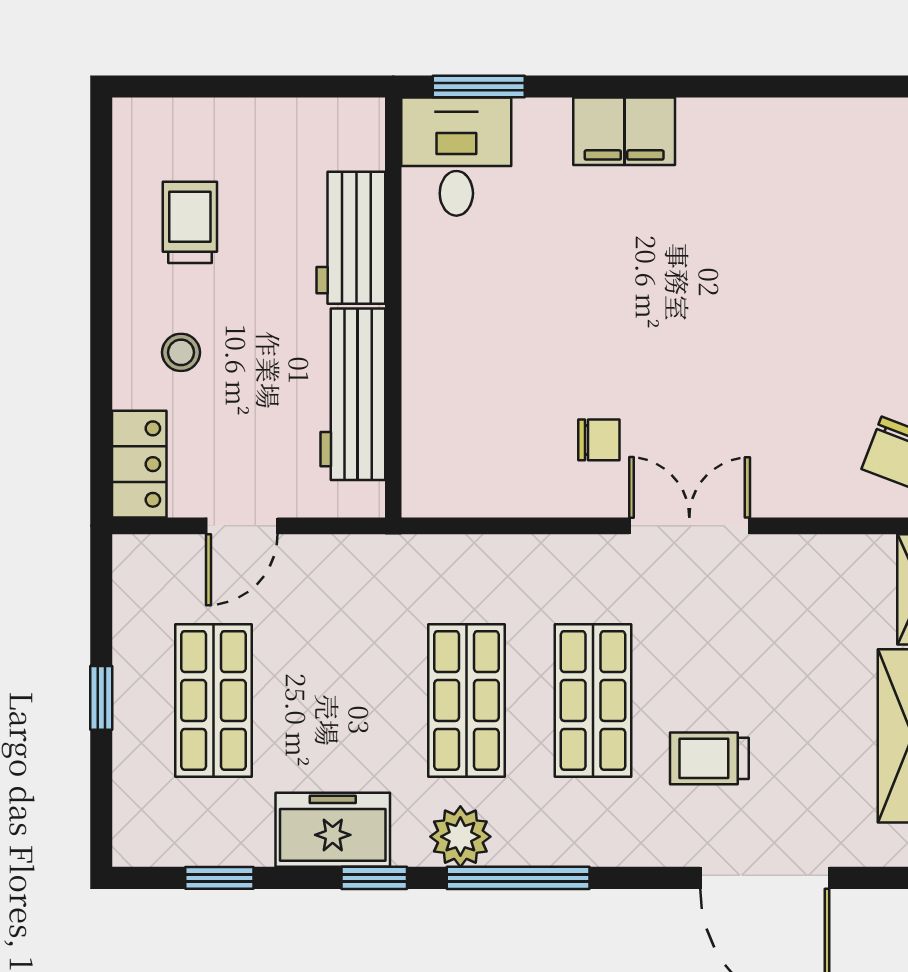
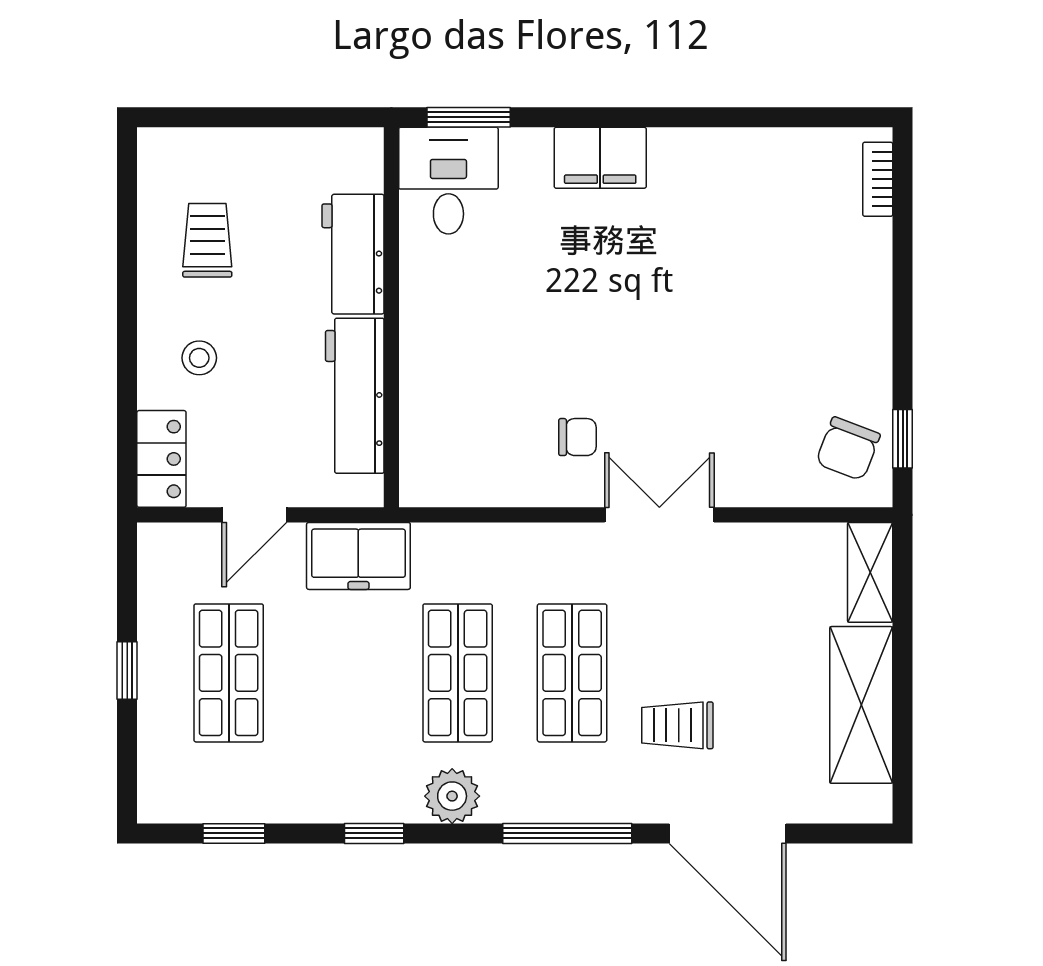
freezer: (333, 830) -> (358, 556), moved, turned 180
window: (518, 878) -> (567, 833), moved

